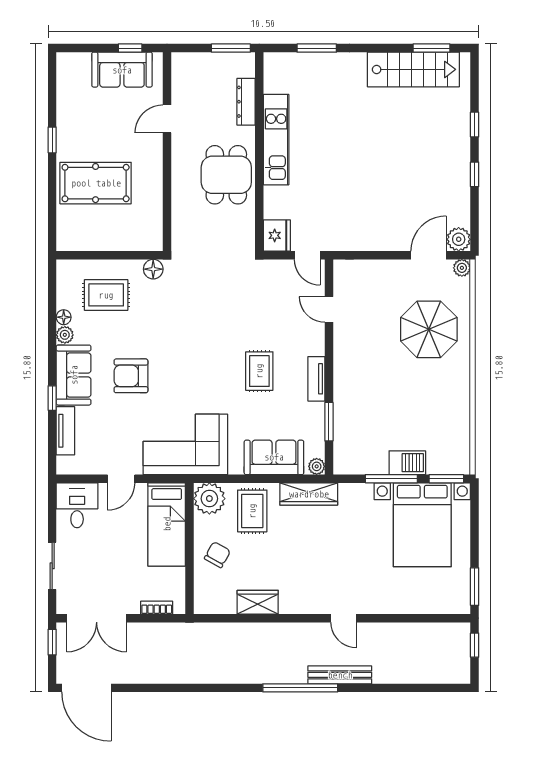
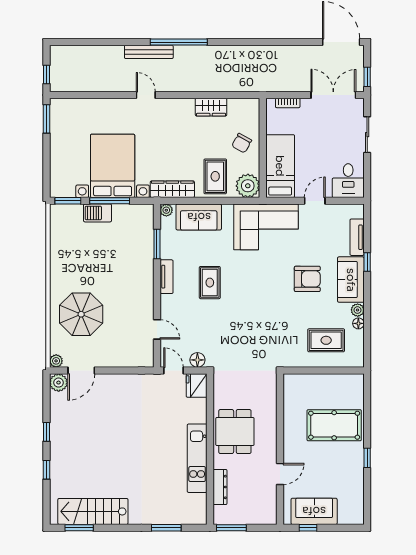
floor lamp: (153, 269) -> (197, 360), moved
bed with nightstands: (422, 525) -> (113, 166), moved

